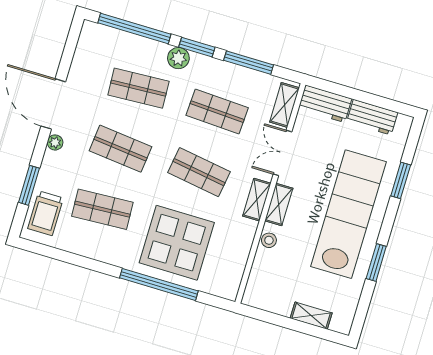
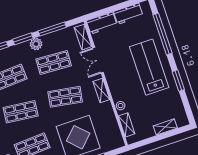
plant: (178, 58) -> (36, 44), moved
window: (401, 180) -> (163, 34), width x2.11
shelving: (279, 204) -> (127, 125), moved
lab bench: (348, 214) -> (149, 67), width x0.73

